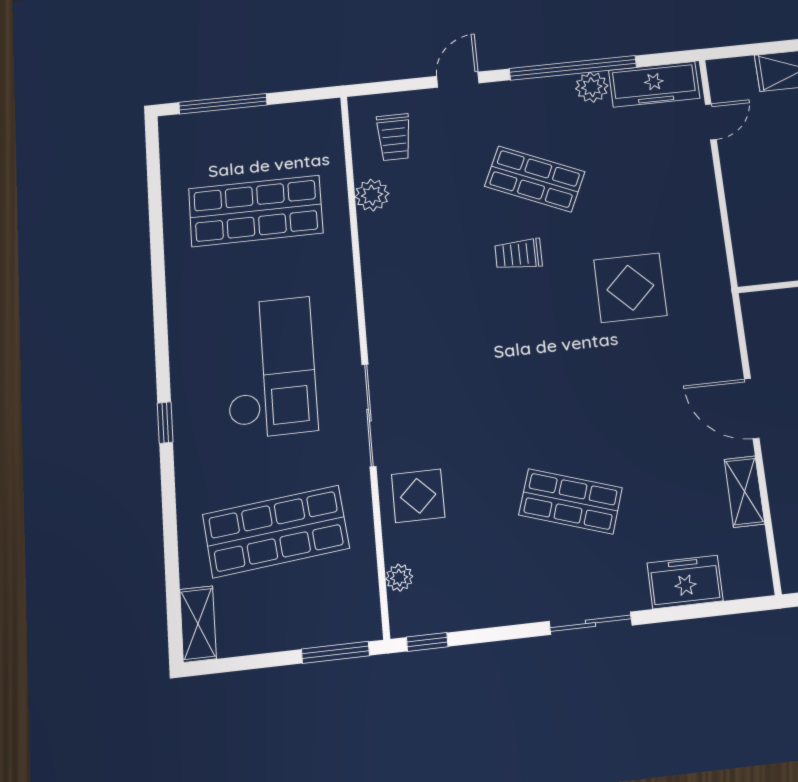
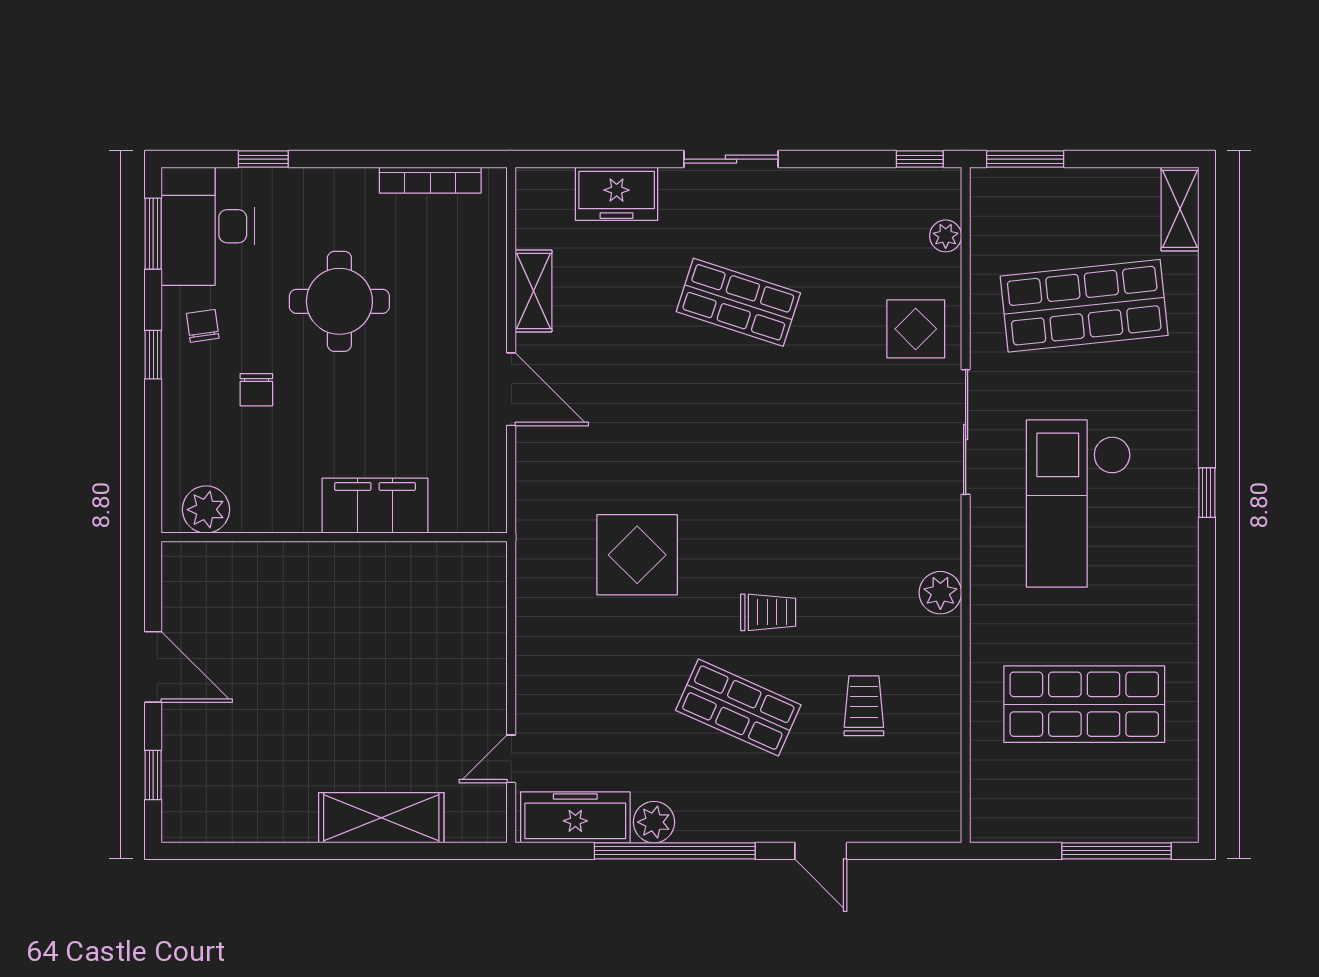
door: (458, 80) -> (821, 851), hinge flipped
trolley: (394, 137) -> (864, 706), moved
plant: (372, 195) -> (940, 593), moved
window: (165, 423) -> (1207, 493), moved

